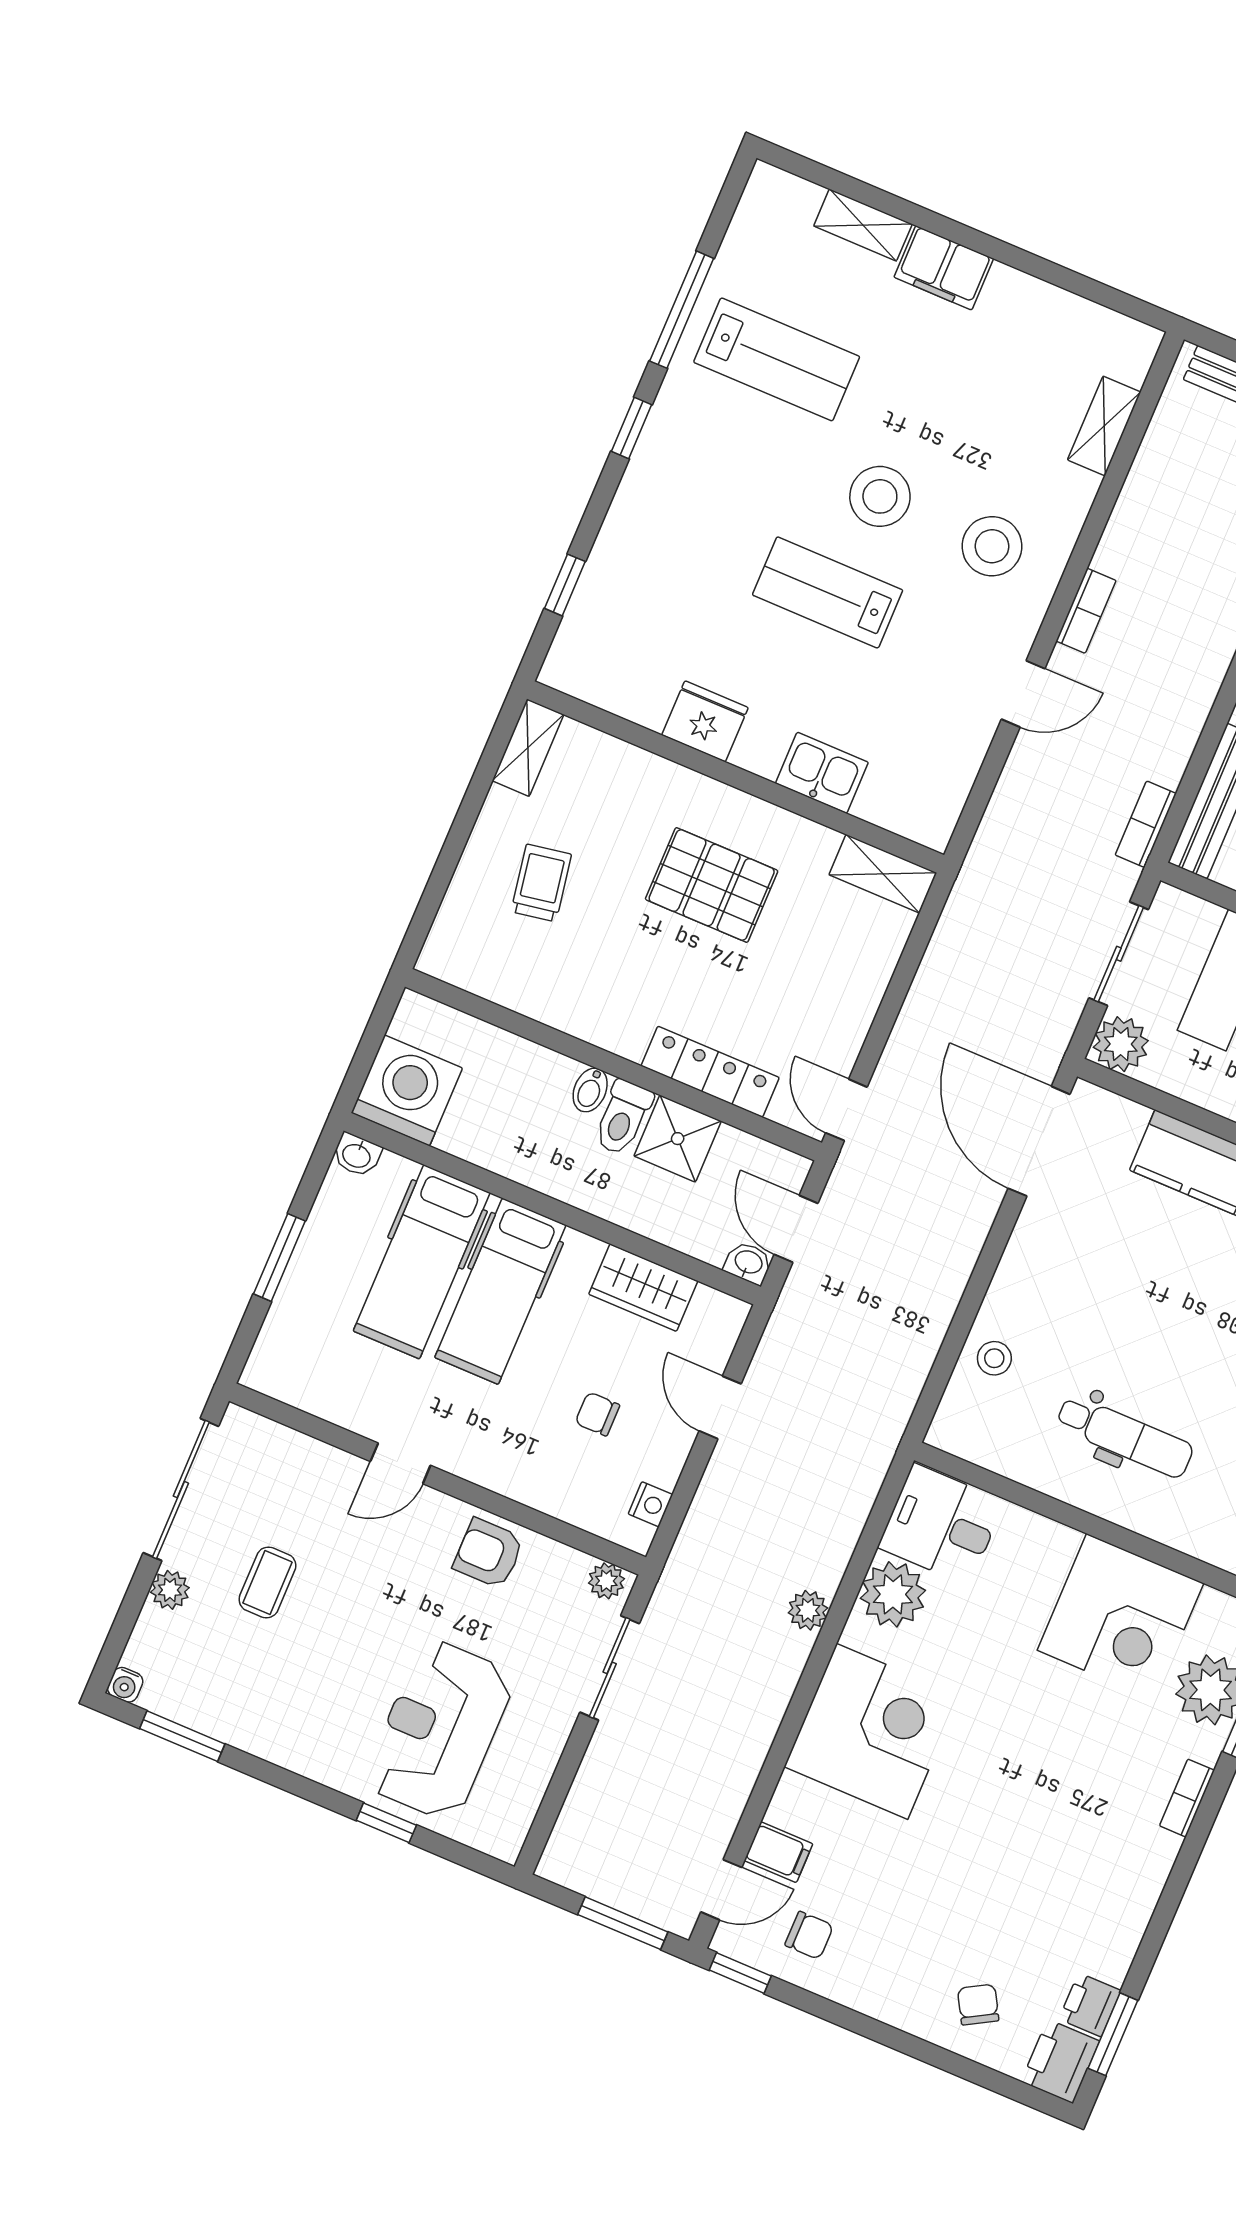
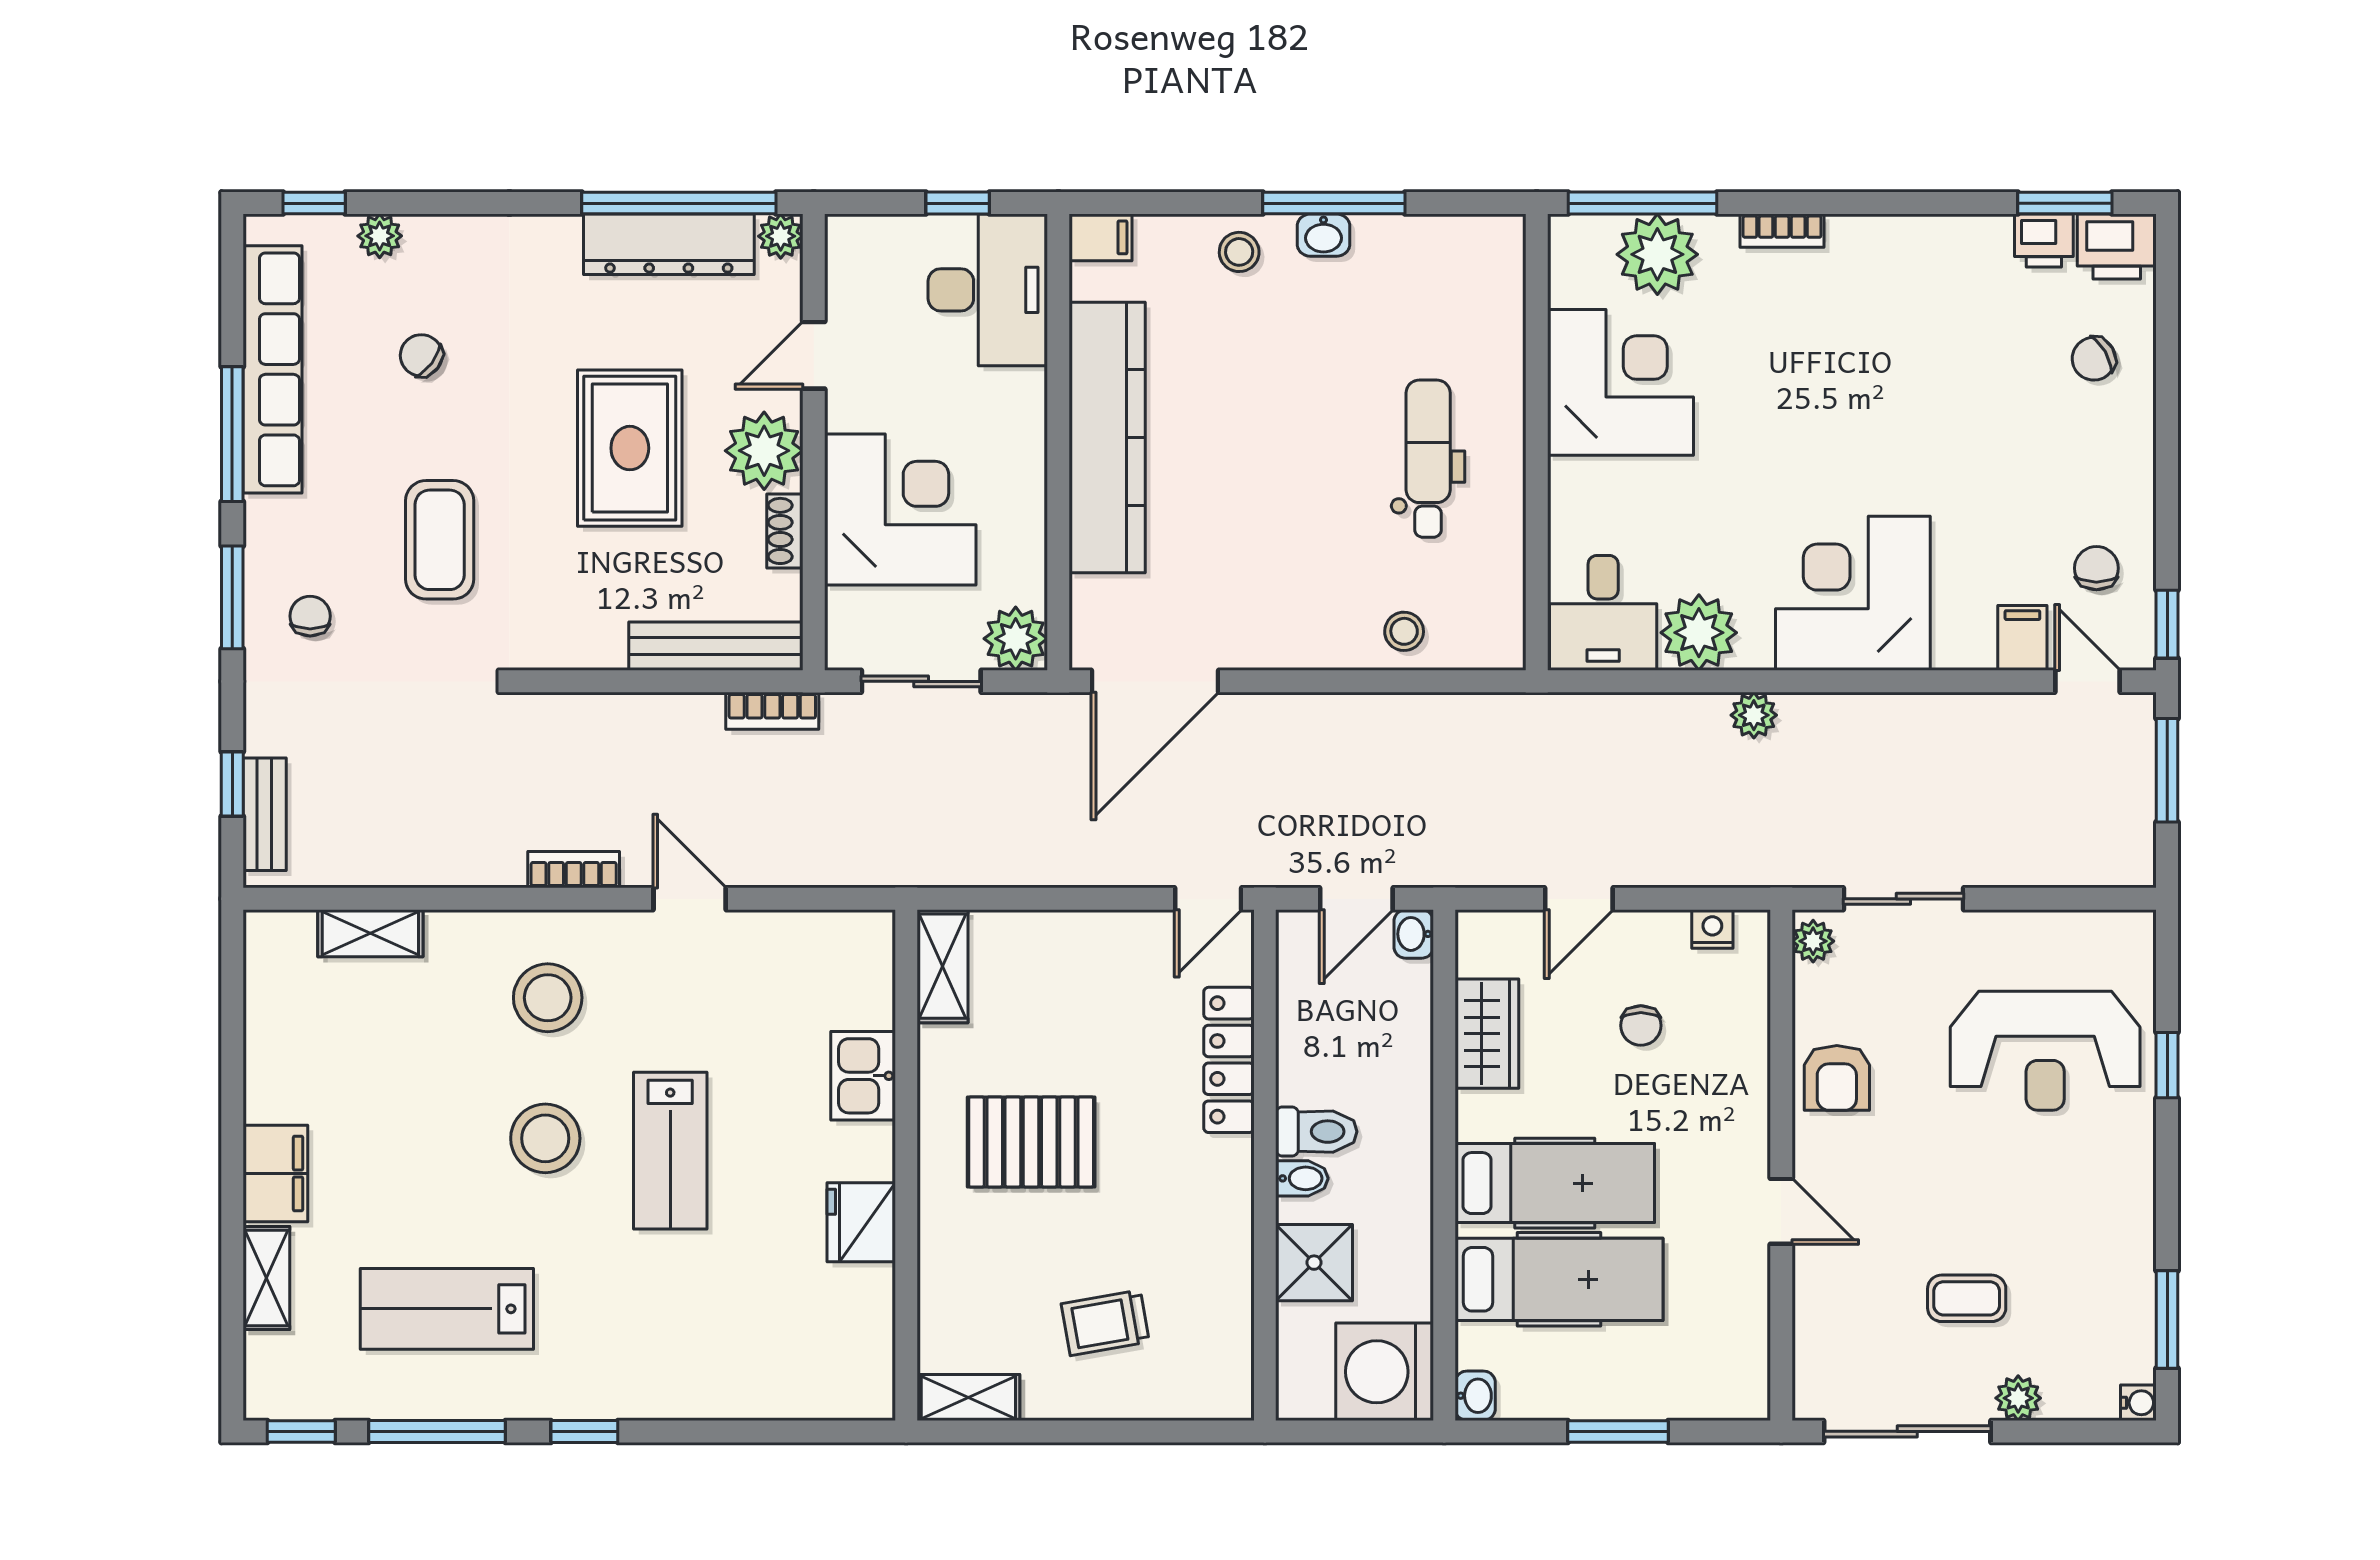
lab bench: (777, 359) -> (447, 1309), turned -90
window: (565, 585) -> (301, 1431), moved
pallet: (712, 885) -> (1031, 1142), turned 90
shower: (678, 1139) -> (1314, 1263), moved

